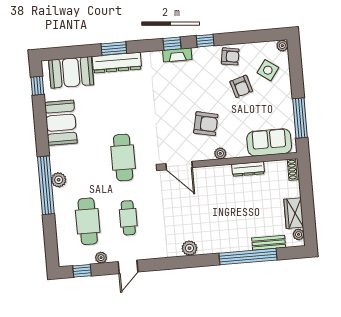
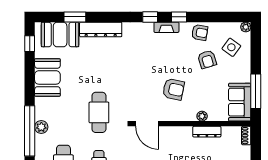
window: (114, 49) -> (75, 17), moved
fireplace: (177, 55) -> (166, 27), moved
sofa: (269, 142) -> (240, 102), moved, turned -90
plant: (220, 153) -> (202, 116), moved

